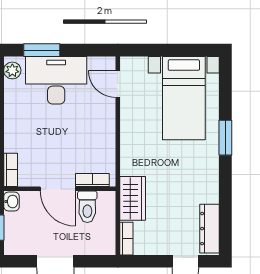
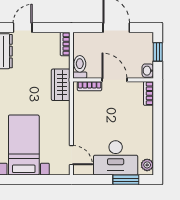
wardrobe: (133, 198) -> (61, 85), moved
toilet: (87, 207) -> (80, 67), moved

